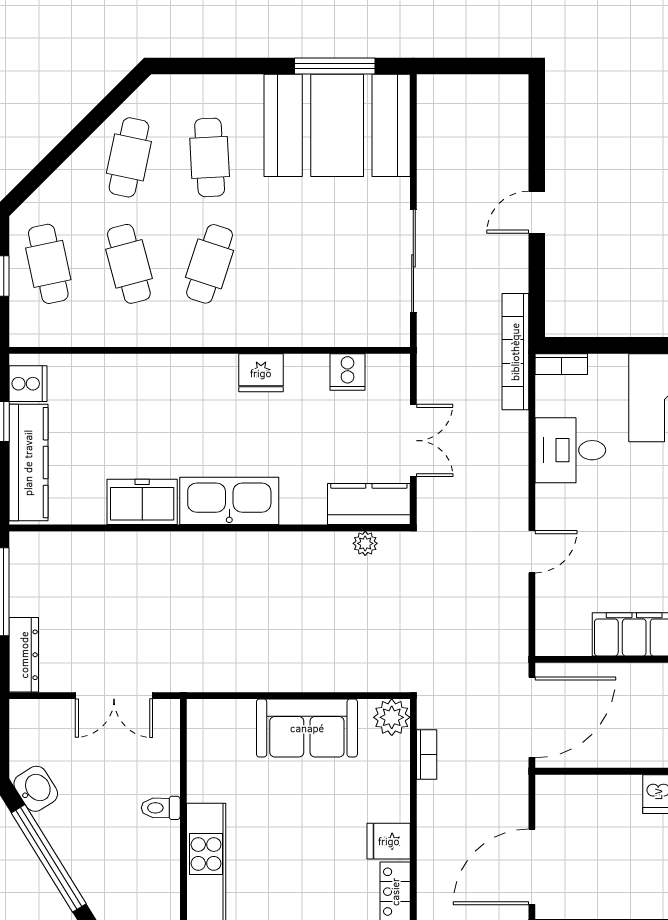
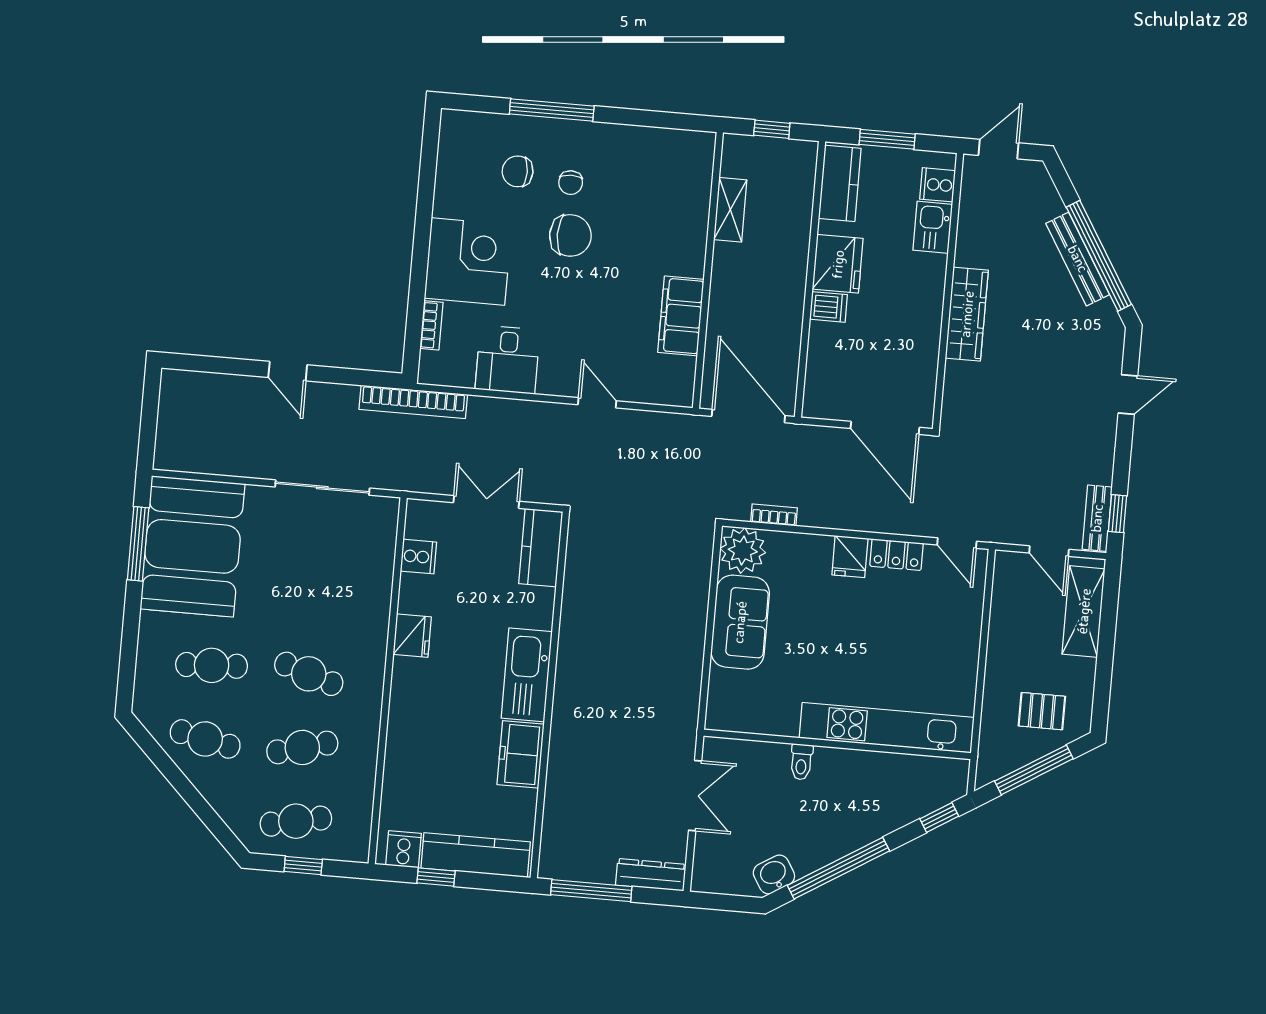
bookcase: (561, 364) -> (431, 325), moved
plant: (365, 543) -> (576, 554), removed
plant: (392, 717) -> (743, 550), width x1.36, depth x1.36

